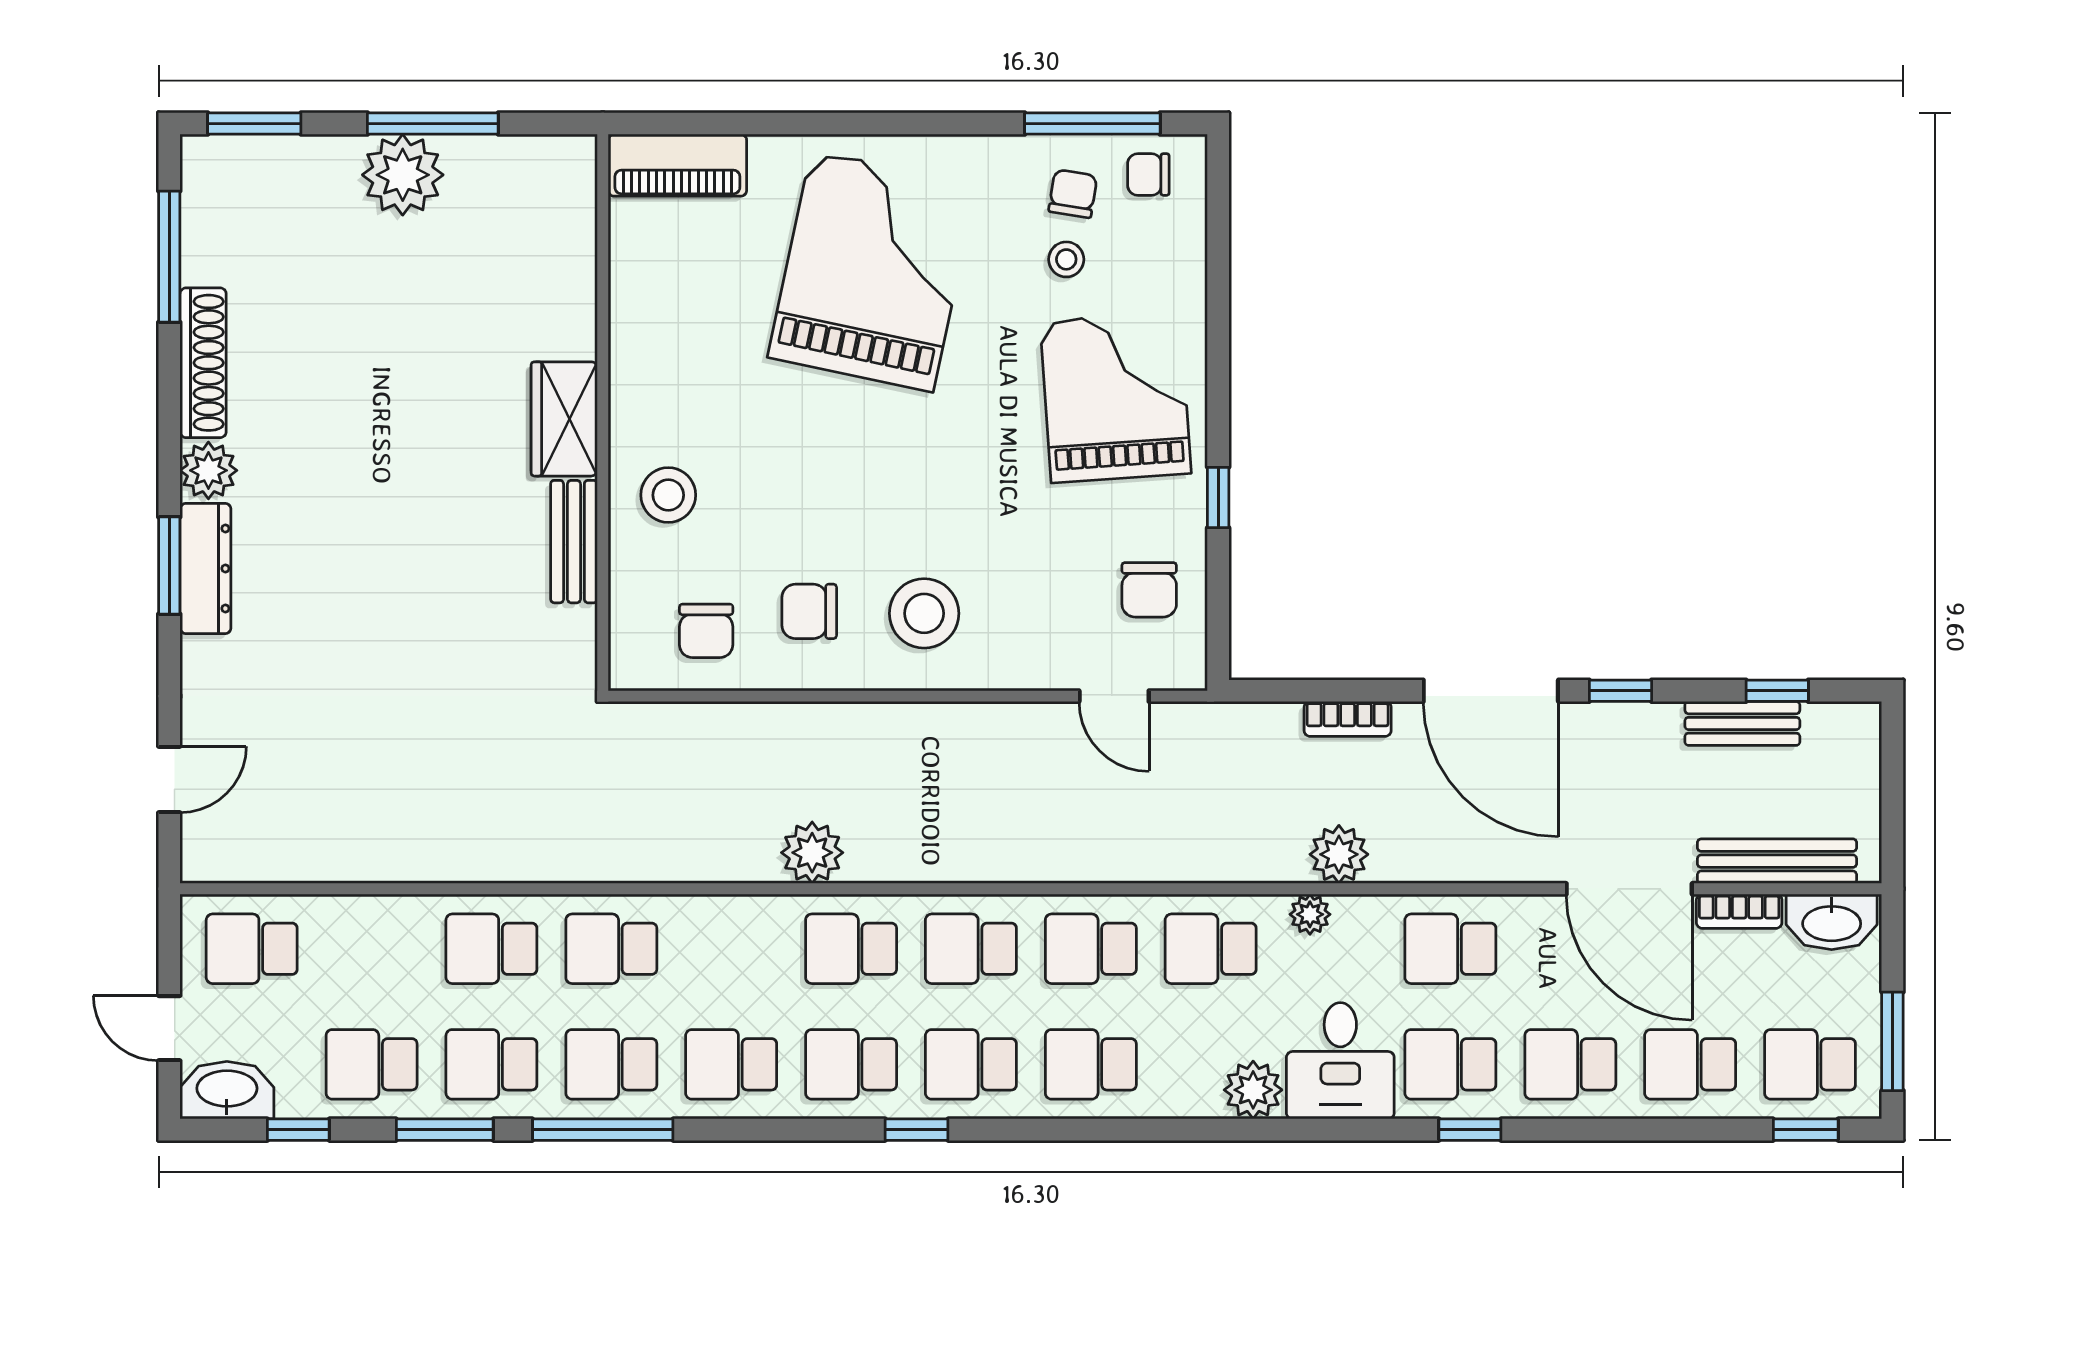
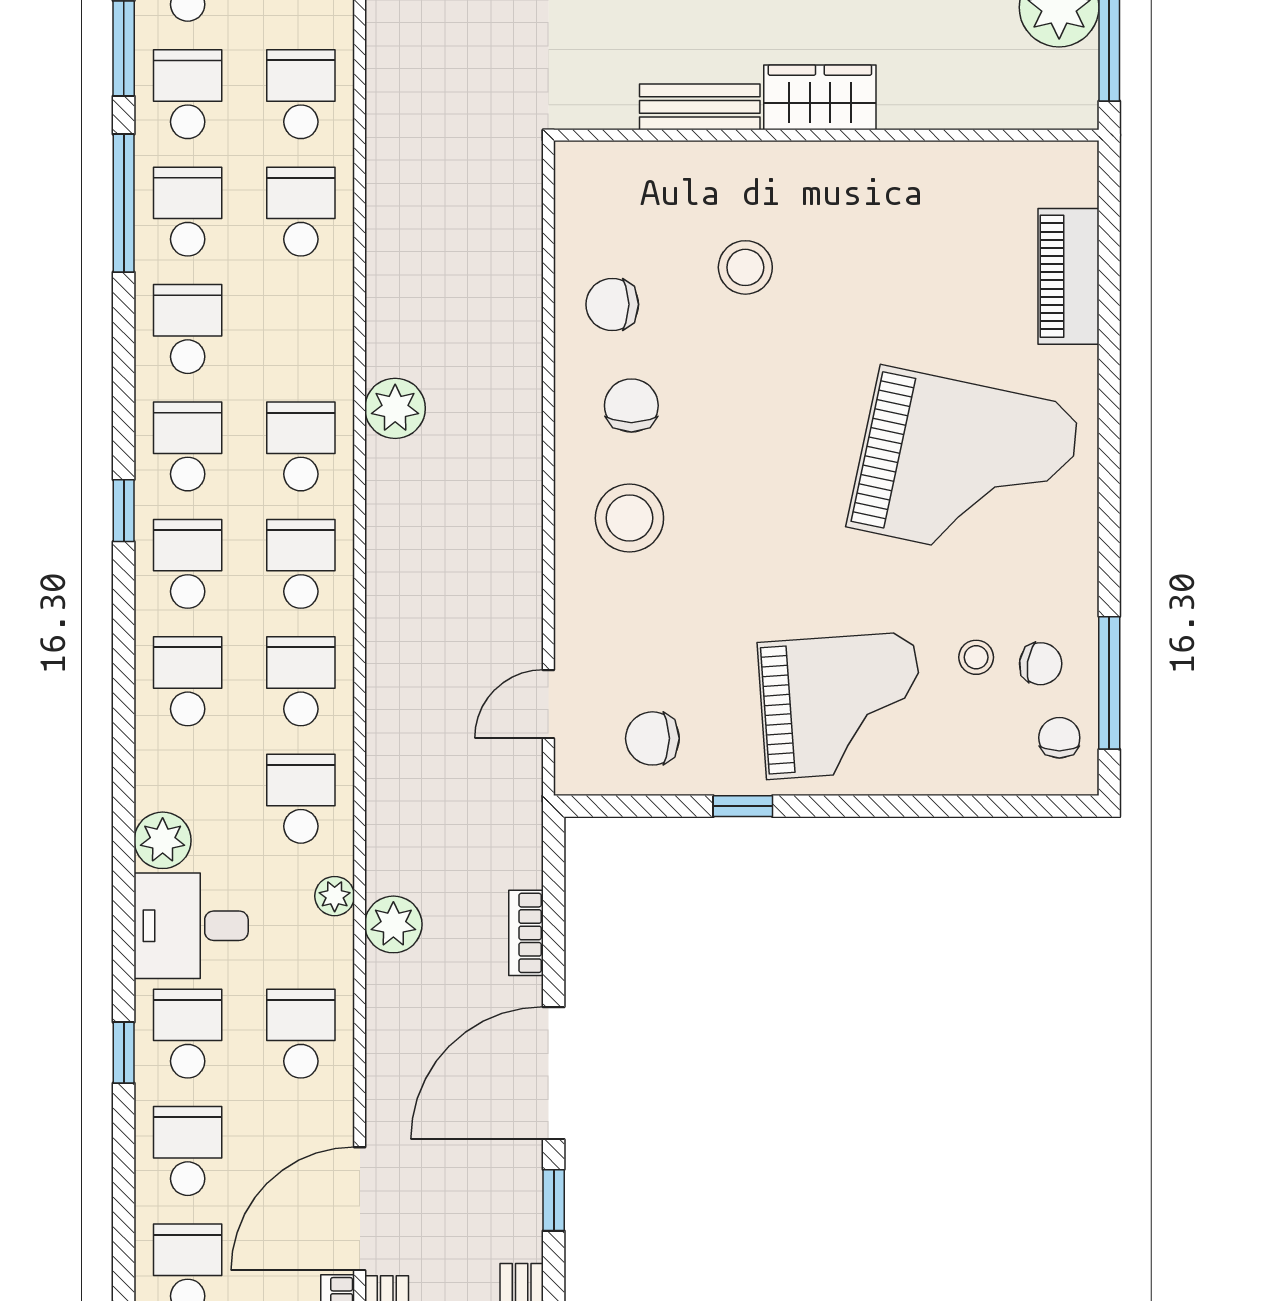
wall: (603, 413) -> (826, 135), moved
wardrobe: (564, 419) -> (820, 97), moved
bench: (574, 542) -> (700, 107), moved

